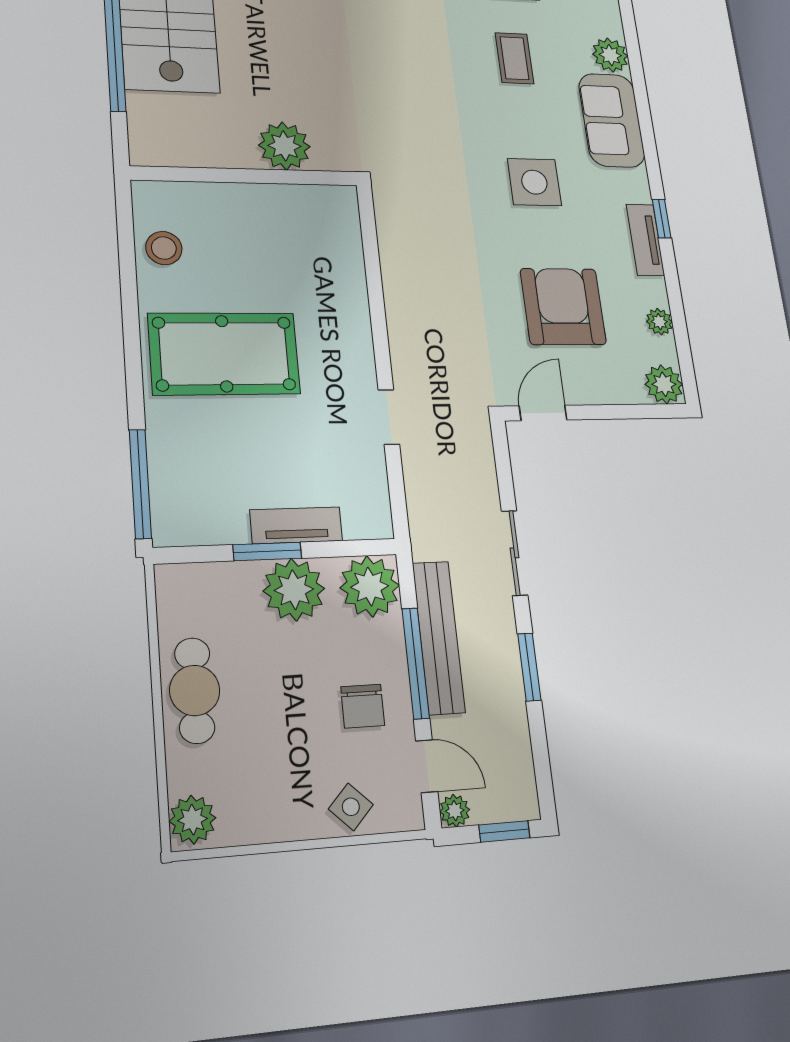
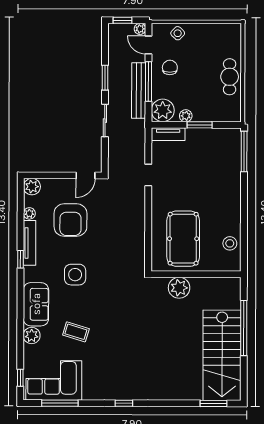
coffee table: (515, 58) -> (76, 332), turned -73
tv unit: (645, 240) -> (30, 243), width x1.41
pool table: (224, 354) -> (183, 239), moved, turned 90
tv unit: (296, 525) -> (168, 134), moved
plant: (294, 590) -> (186, 116), width x0.53, depth x0.53
plant: (193, 820) -> (233, 33), removed

